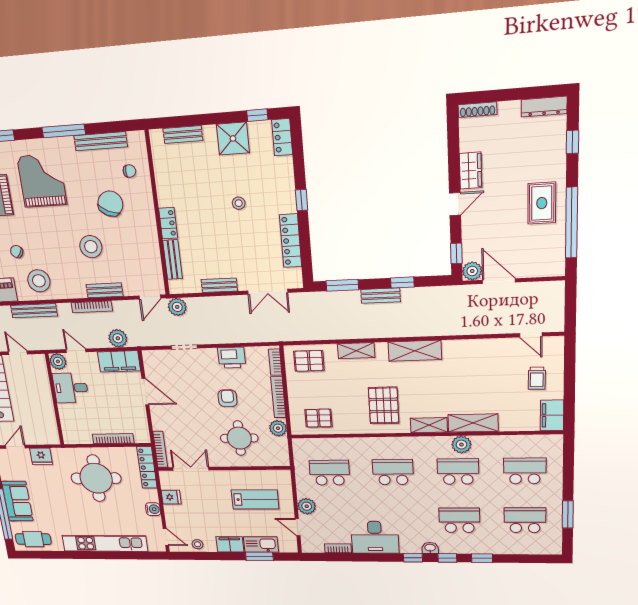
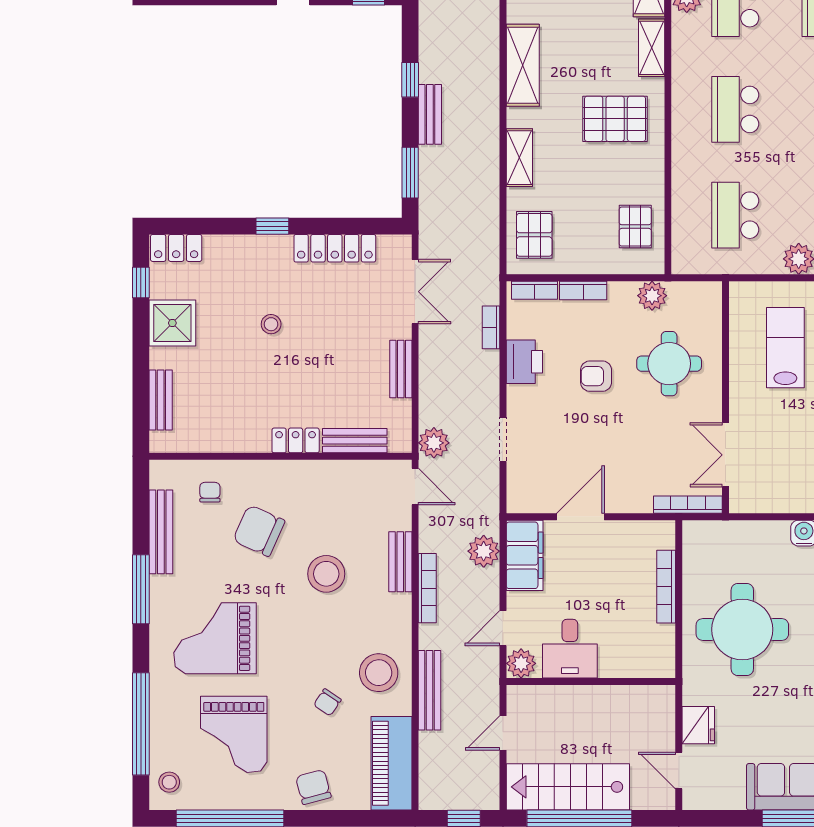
bookcase: (250, 338) -> (491, 327), added
bookcase: (278, 397) -> (583, 290), width x0.64
locker: (147, 467) -> (722, 533), removed
fridge: (171, 497) -> (780, 497), removed

